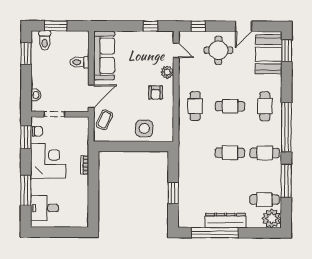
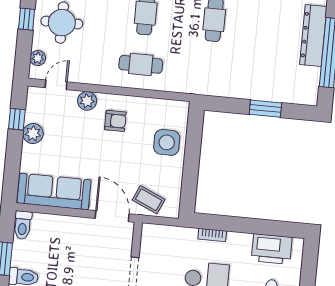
window: (198, 26) -> (27, 19), moved
plant: (193, 36) -> (38, 58), added
plant: (142, 38) -> (33, 134), added
toilet: (79, 62) -> (23, 225), moved
printer: (79, 206) -> (272, 249), added

